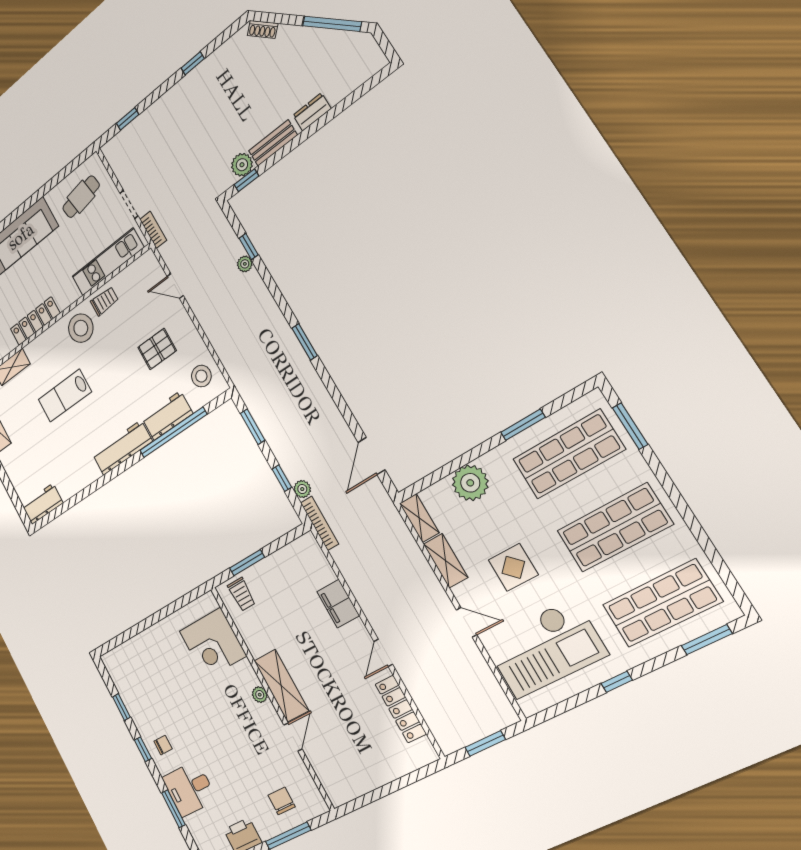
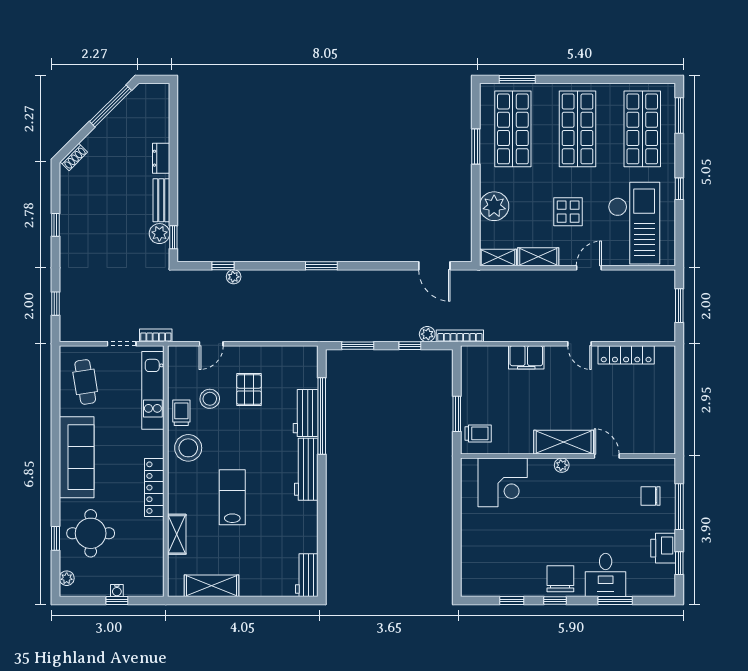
stool: (201, 376) -> (210, 399), moved
lab bench: (65, 396) -> (232, 497), turned 180
chair: (163, 745) -> (560, 579), width x1.87, depth x1.87

